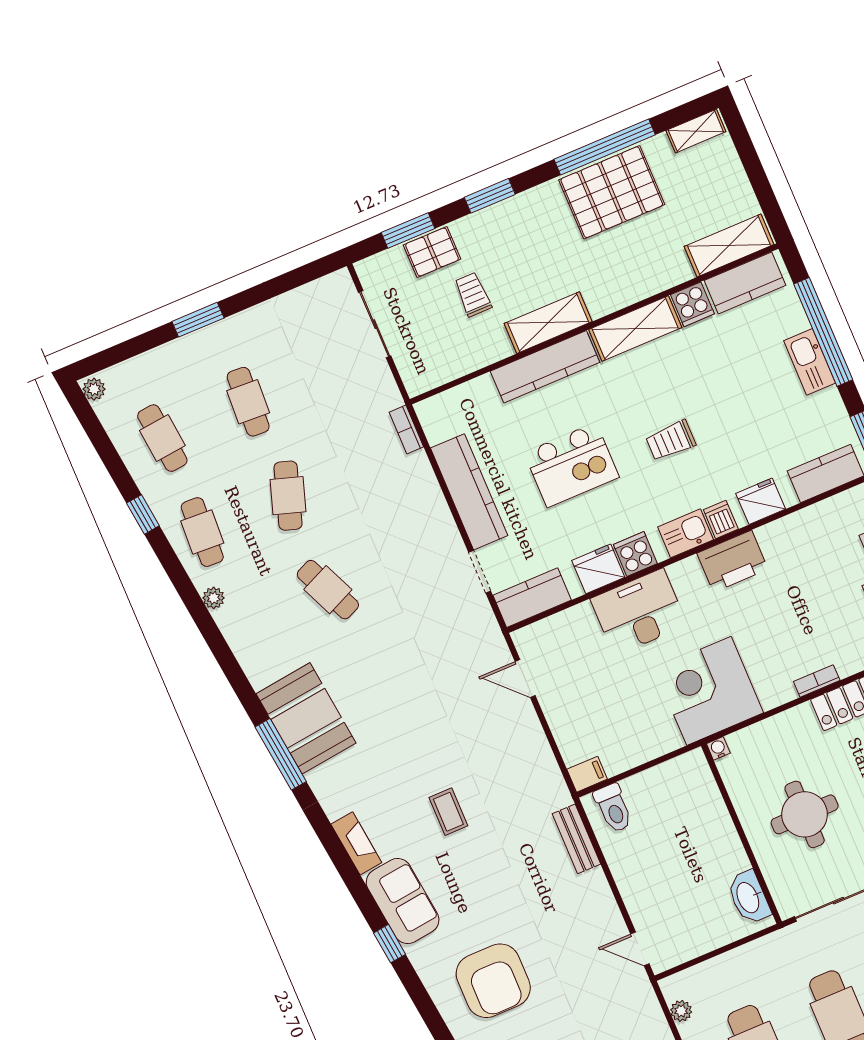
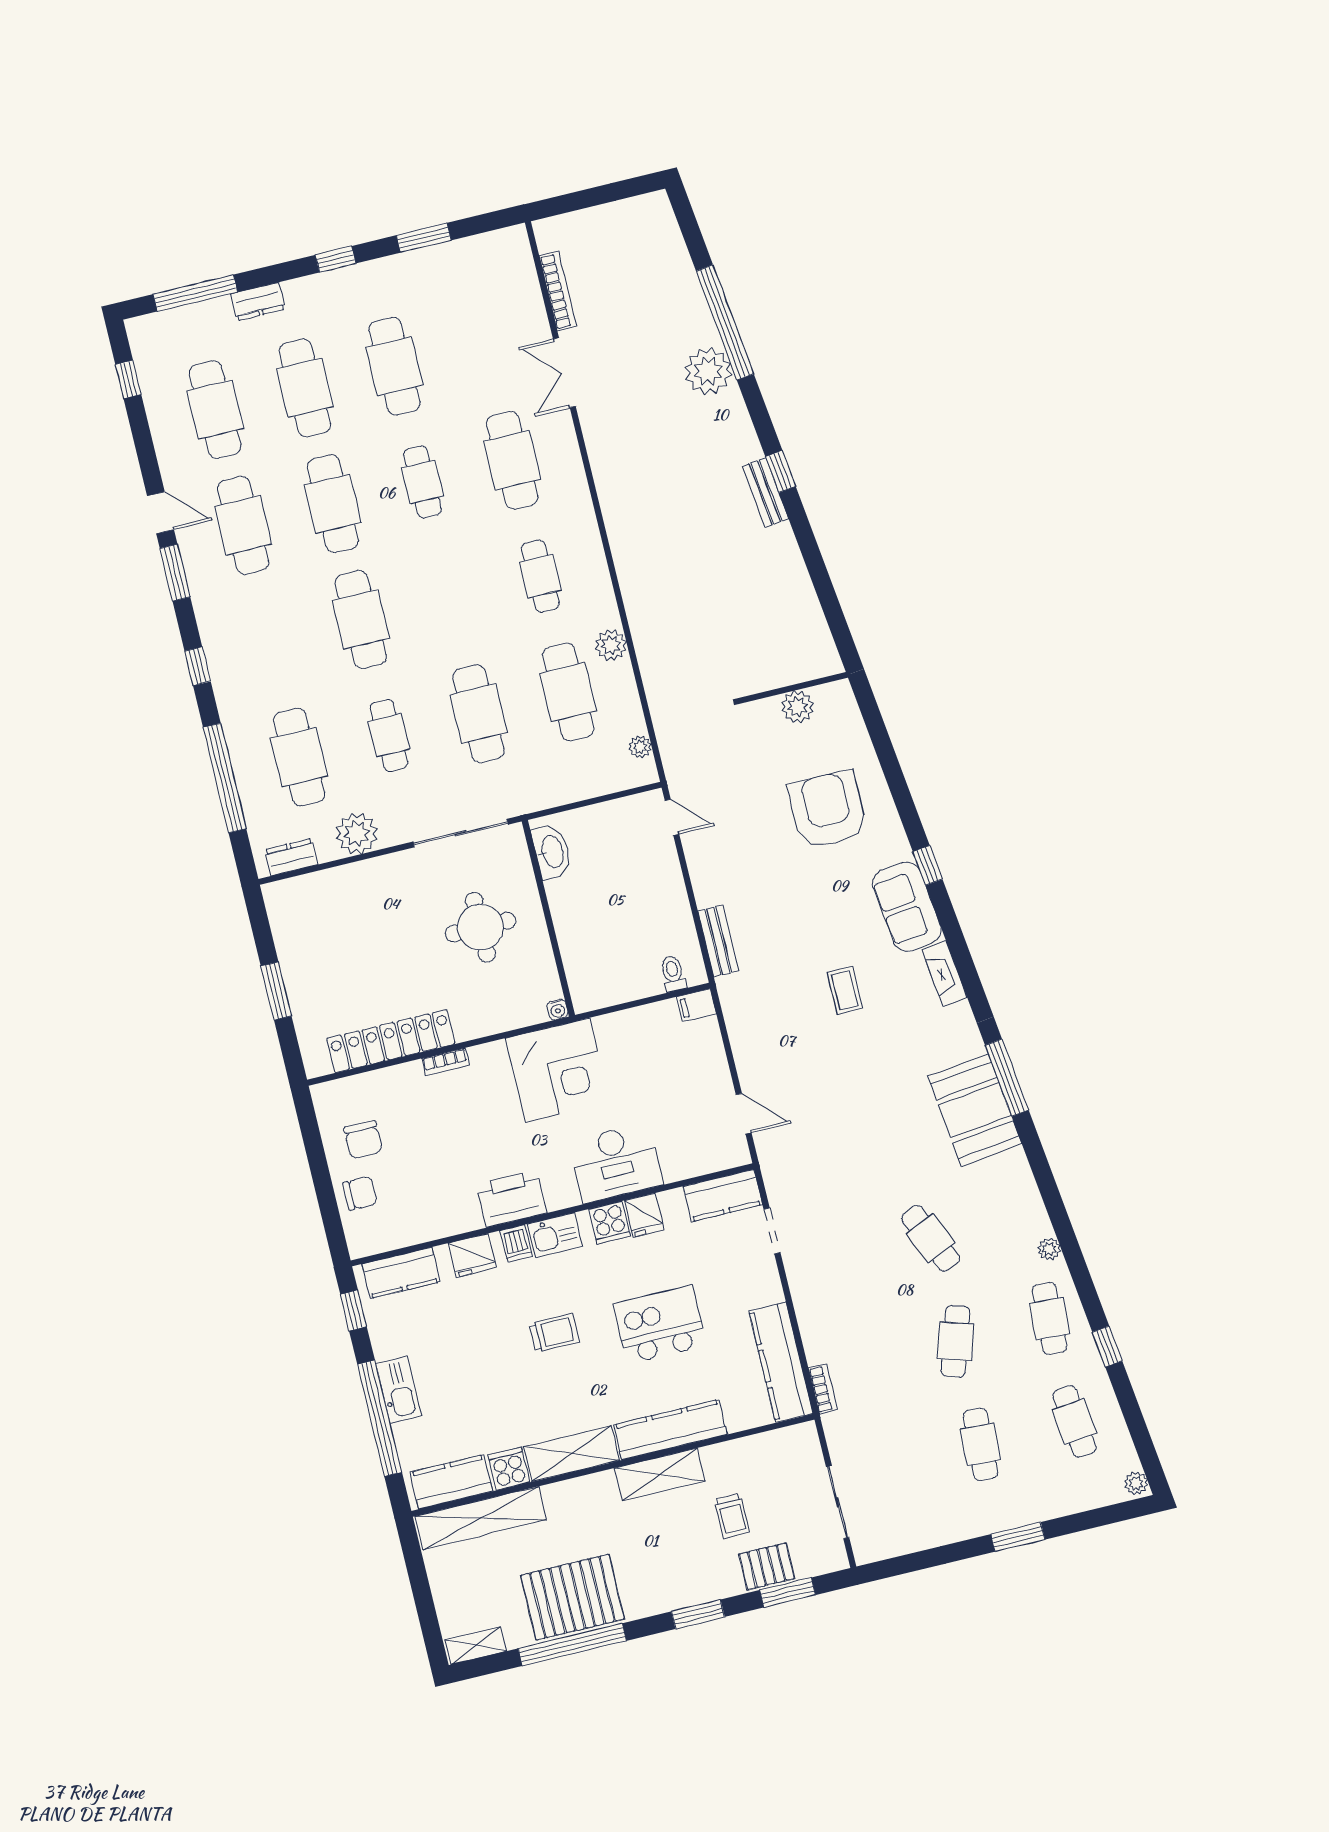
shelving: (729, 245) -> (481, 1518), width x1.47
kitchen counter: (469, 492) -> (781, 1362), moved
fridge: (598, 569) -> (644, 1215), width x0.72
toilet: (613, 808) -> (673, 974), width x0.73, depth x0.72

